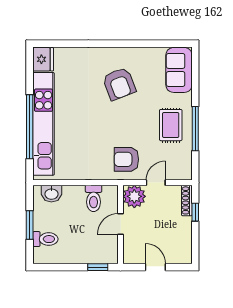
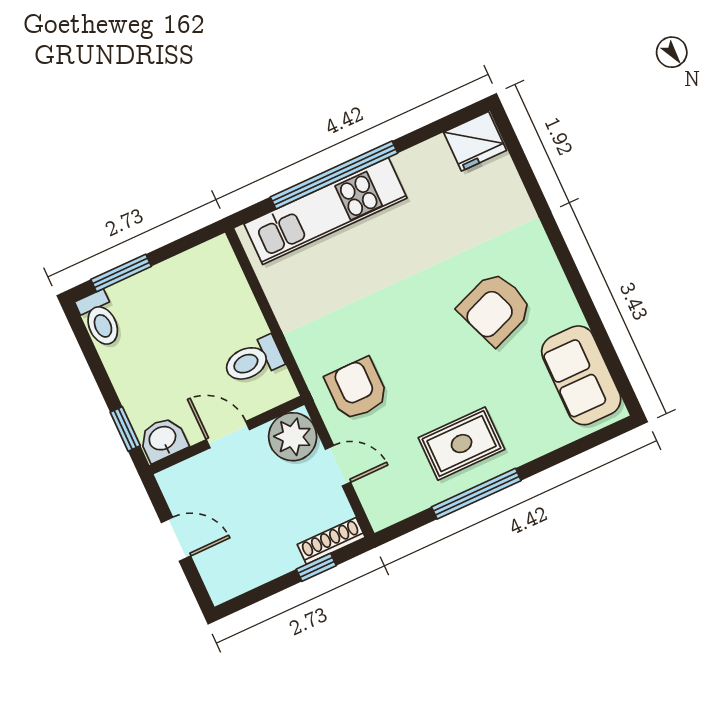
sofa: (179, 70) -> (581, 375), moved, turned -90
kitchen unit: (44, 124) -> (325, 211), width x0.73
washbasin: (51, 194) -> (163, 439), moved, turned 90
window: (30, 225) -> (121, 273), moved
toilet: (45, 239) -> (100, 319), moved
door: (155, 267) -> (176, 539), hinge flipped

